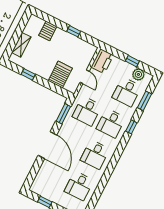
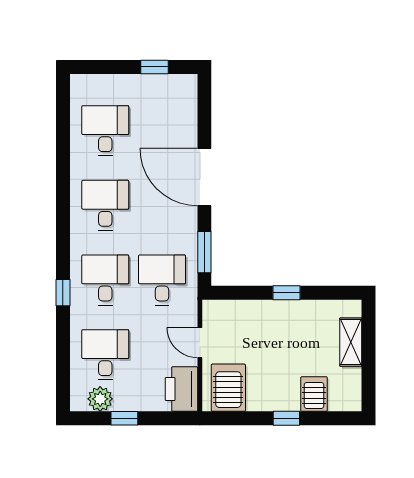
window: (74, 31) -> (286, 418), moved
window: (28, 74) -> (286, 293), moved
server rack: (60, 74) -> (228, 388), moved, turned 180
window: (145, 101) -> (63, 355), removed

